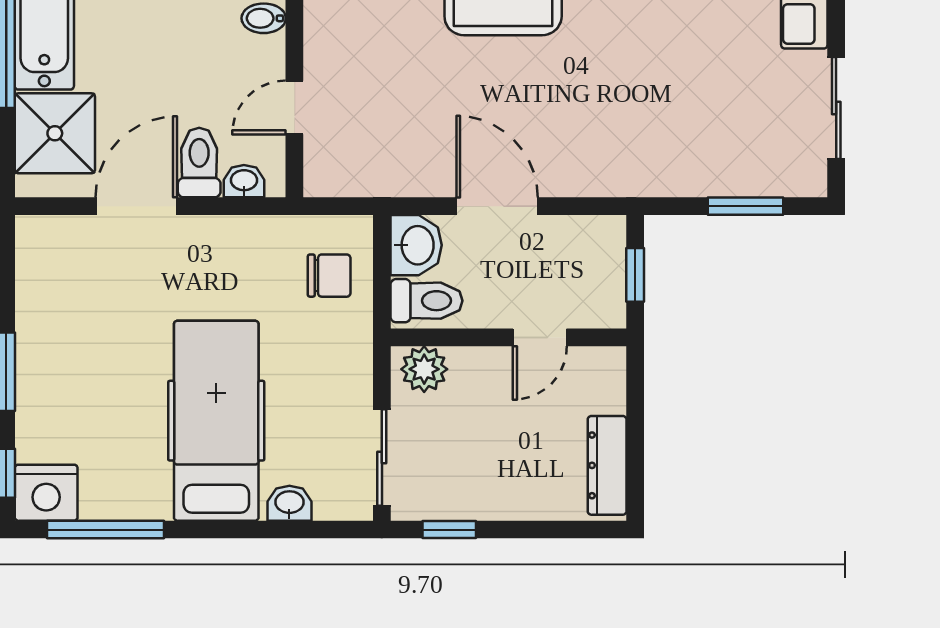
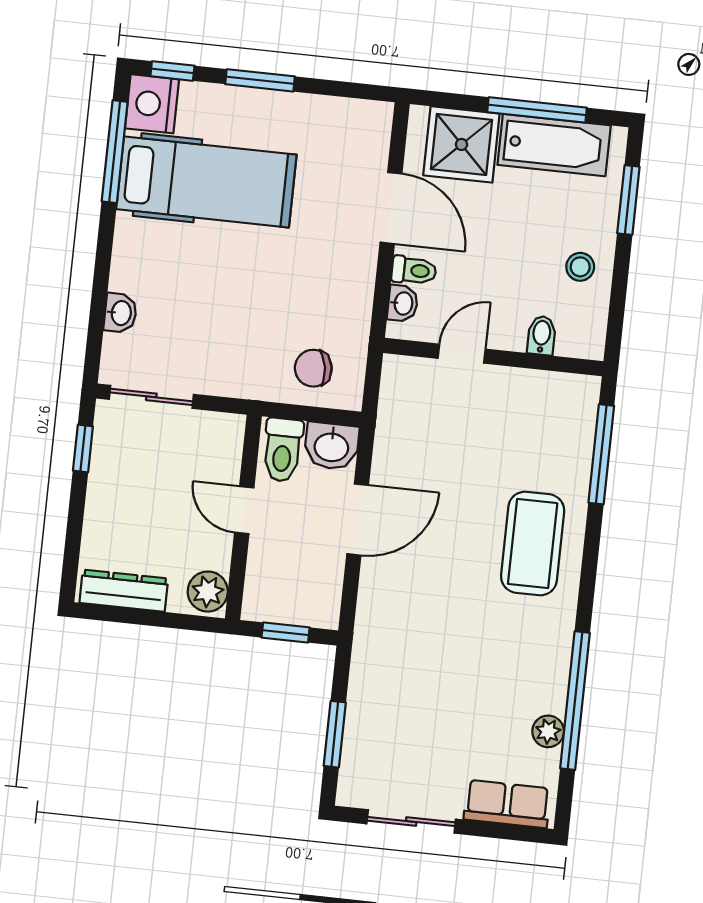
door: (294, 107) -> (462, 354), hinge flipped
toilet: (199, 163) -> (414, 270), width x0.73, depth x0.72
chair: (329, 276) -> (313, 368), turned 81
door: (540, 337) -> (244, 510), moved
plant: (424, 369) -> (208, 592), moved
hospital bed: (216, 421) -> (206, 182), moved

